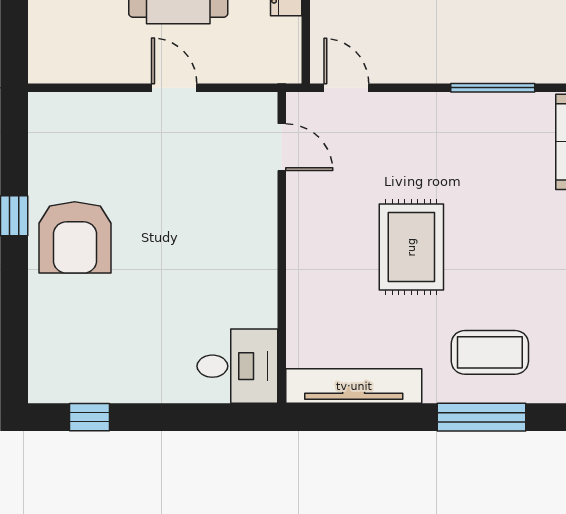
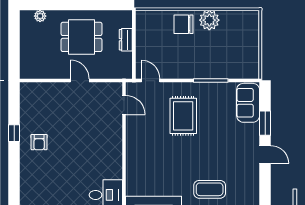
armchair: (75, 237) -> (39, 142), width x0.53, depth x0.53
rug: (411, 247) -> (183, 116), moved

